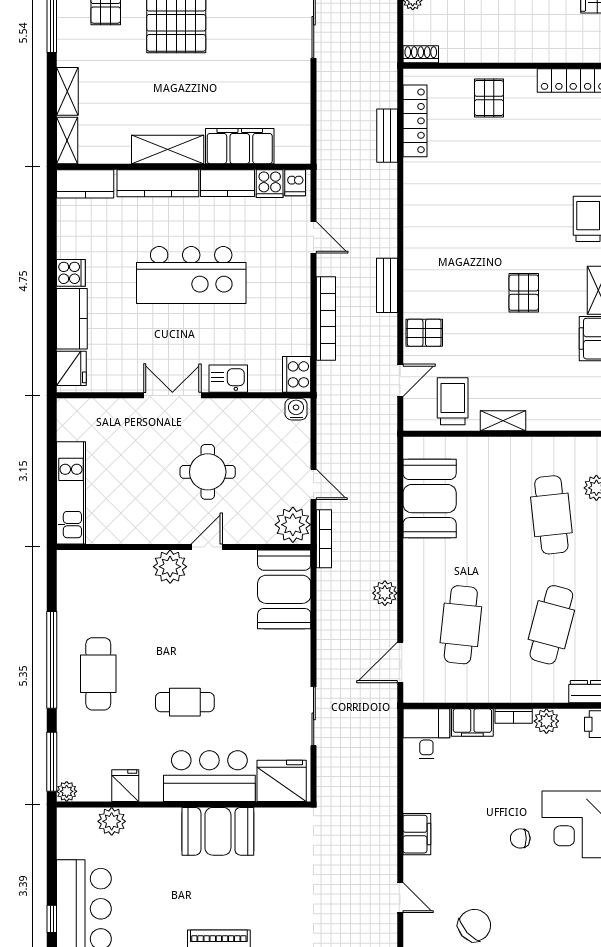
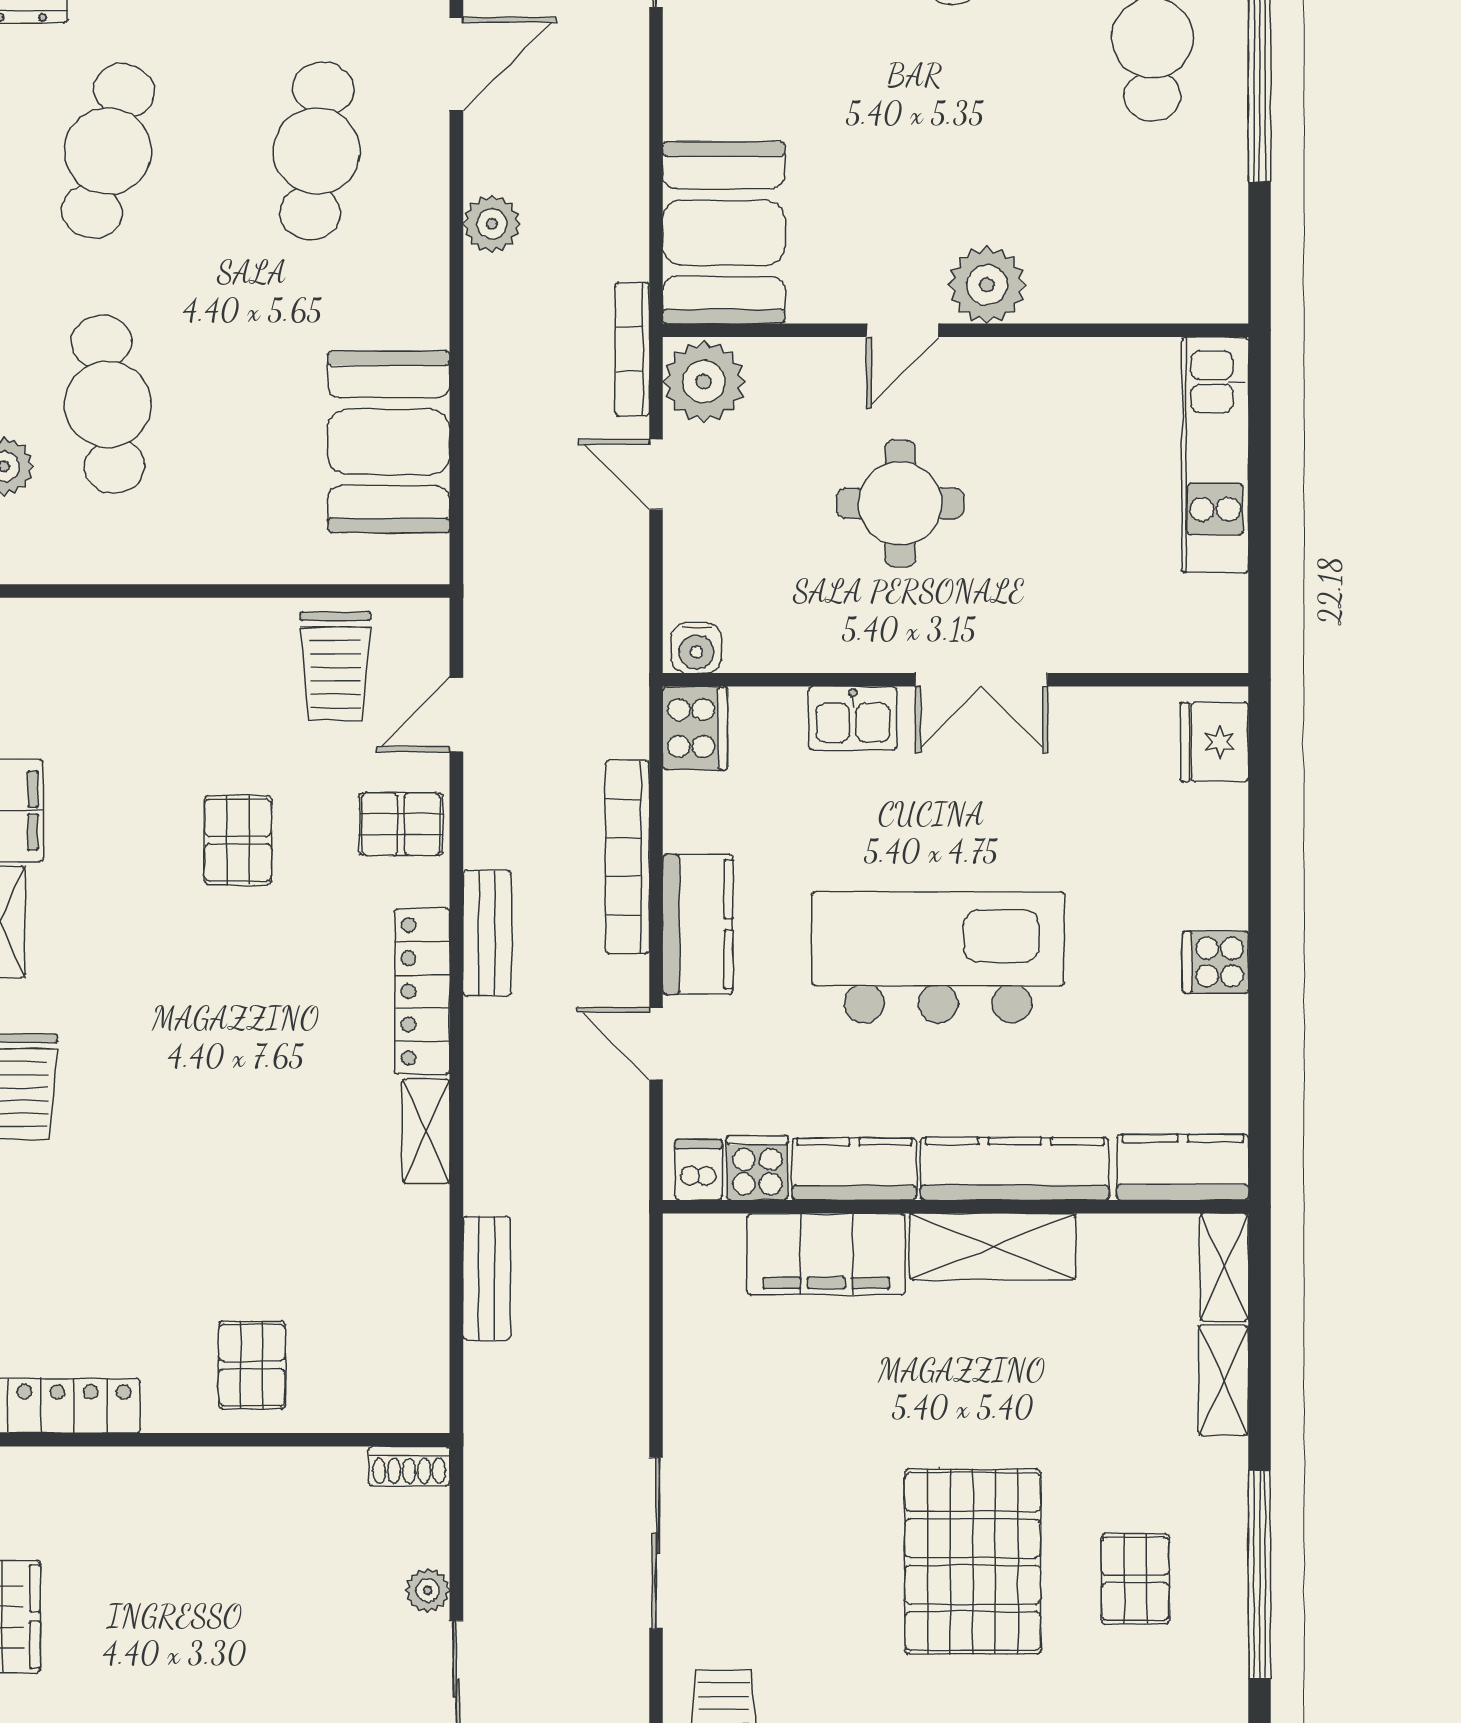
locker: (415, 121) -> (422, 991), moved
pallet: (524, 293) -> (238, 840), moved
kitchen counter: (72, 319) -> (698, 924), moved, turned 180
shelving: (503, 421) -> (426, 1131), moved, turned 90

